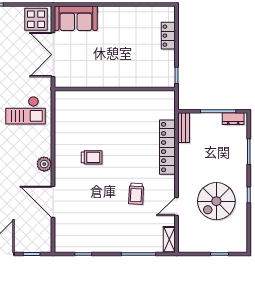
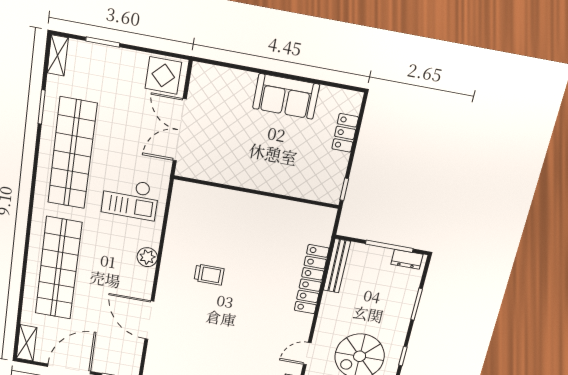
sofa: (76, 18) -> (286, 96), moved
bench: (184, 128) -> (337, 266), width x1.36
plant: (44, 164) -> (147, 257), moved
trolley: (136, 194) -> (259, 329), removed

